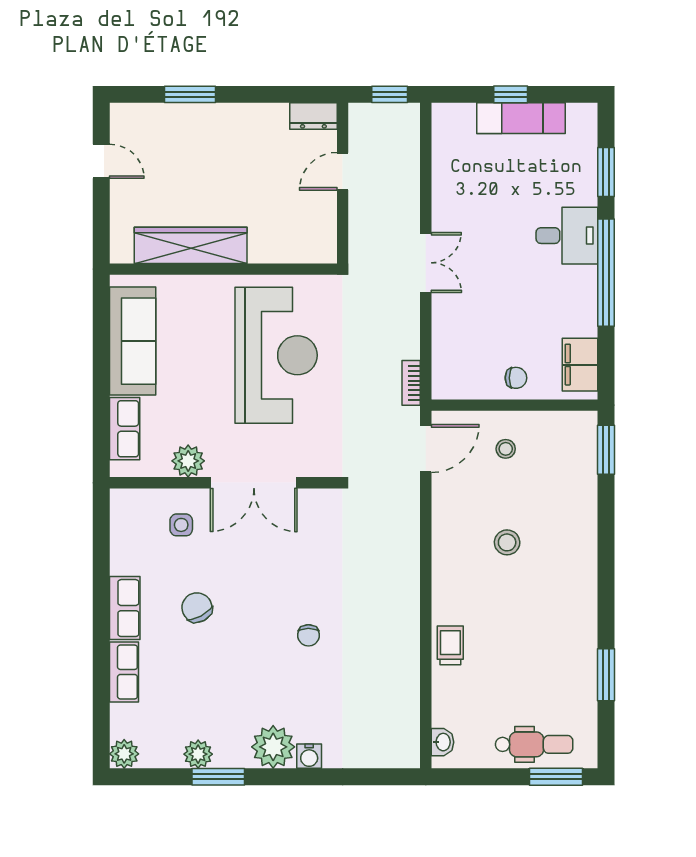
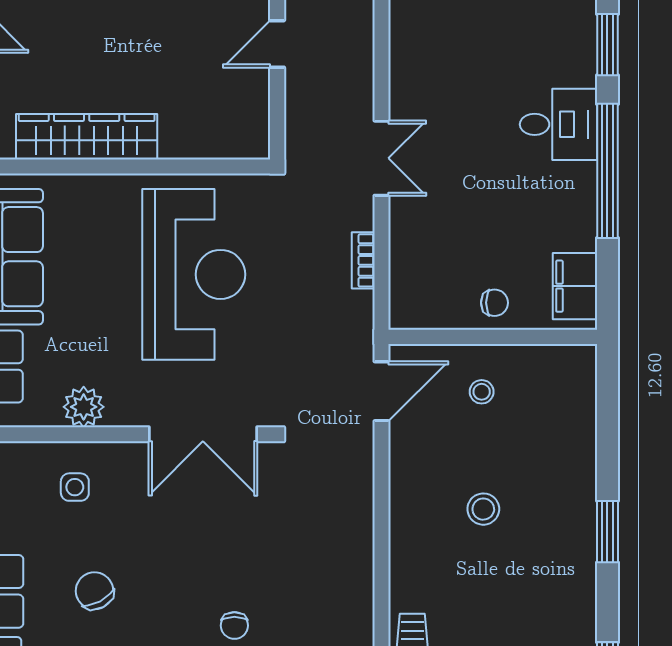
bookcase: (411, 383) -> (363, 260), moved
window: (606, 450) -> (607, 532), moved
double door: (254, 483) -> (203, 434), moved

